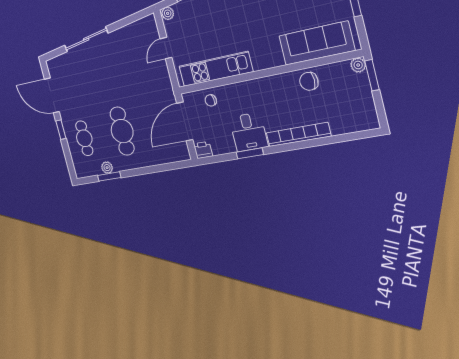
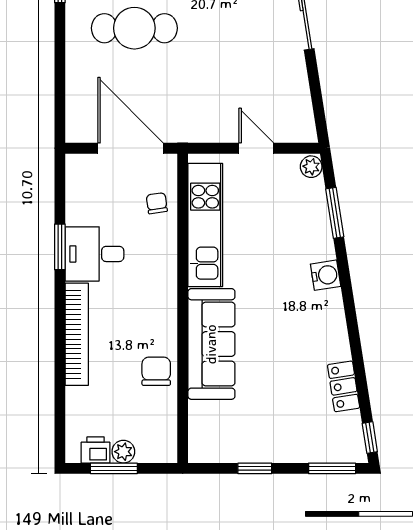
sofa: (317, 43) -> (211, 344), moved
plant: (358, 65) -> (123, 452), moved
window: (372, 75) -> (114, 468), moved
printer: (203, 150) -> (96, 450), moved, turned -90

